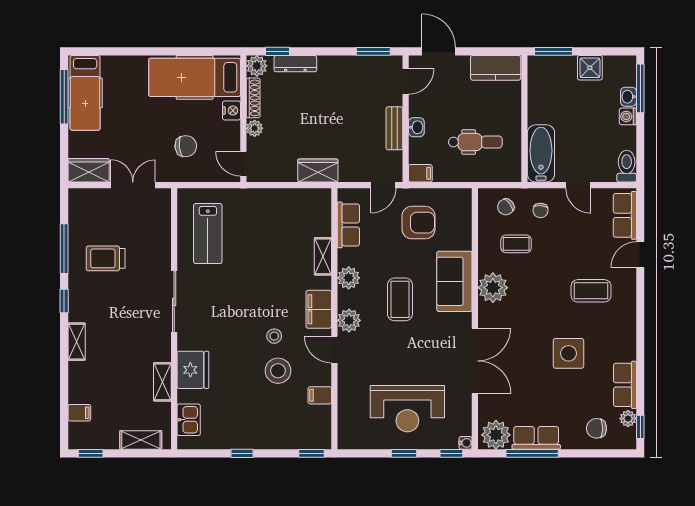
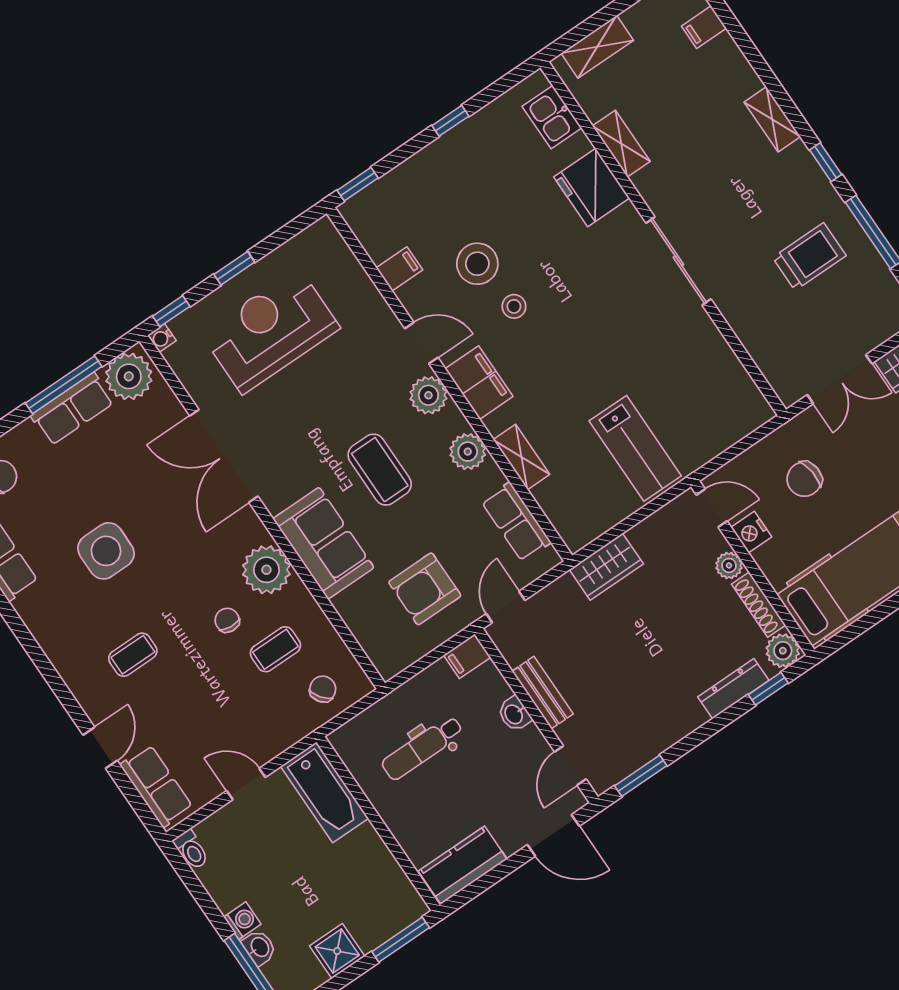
nightstand: (231, 110) -> (751, 532), moved
toilet: (627, 166) -> (191, 850), width x0.73, depth x0.72
chair: (540, 210) -> (227, 620), moved
lab bench: (208, 234) -> (635, 448), moved, turned 180
coffee table: (591, 291) -> (133, 655), width x0.73, depth x0.77

